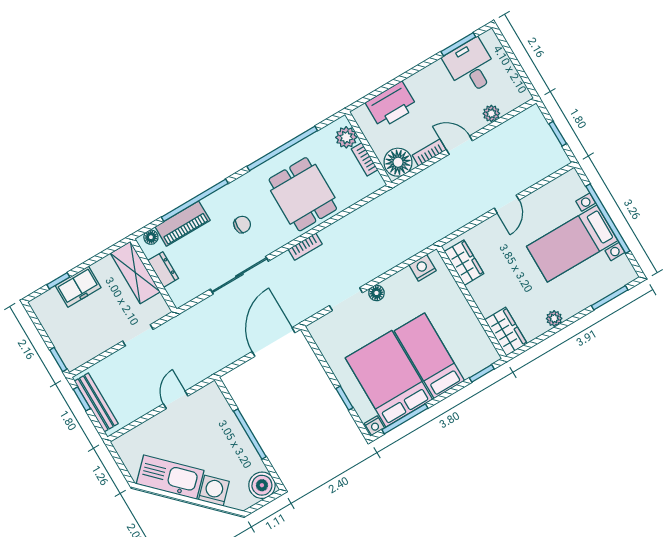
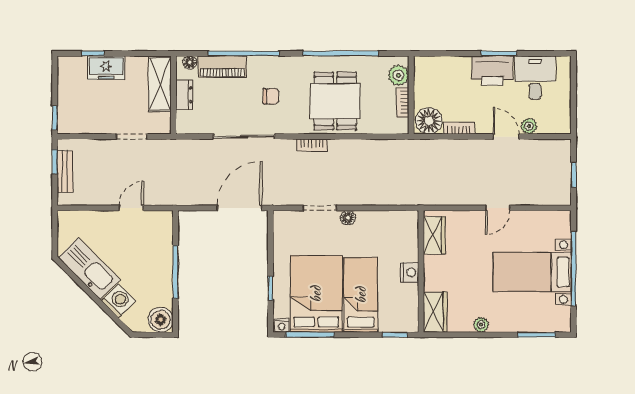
window: (458, 44) -> (499, 53), moved
printer: (391, 105) -> (493, 71), moved
door: (459, 145) -> (506, 137), moved
nightstand: (423, 268) -> (410, 272), moved, turned 90
bench: (96, 402) -> (65, 171), width x0.73

